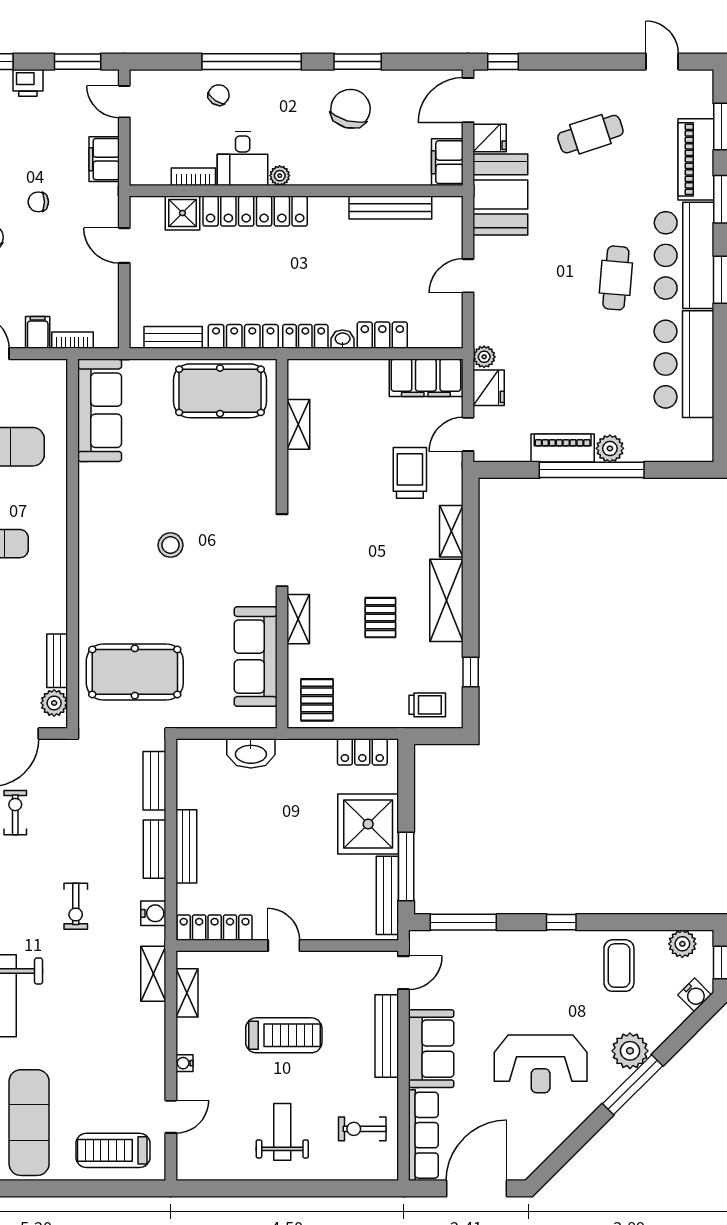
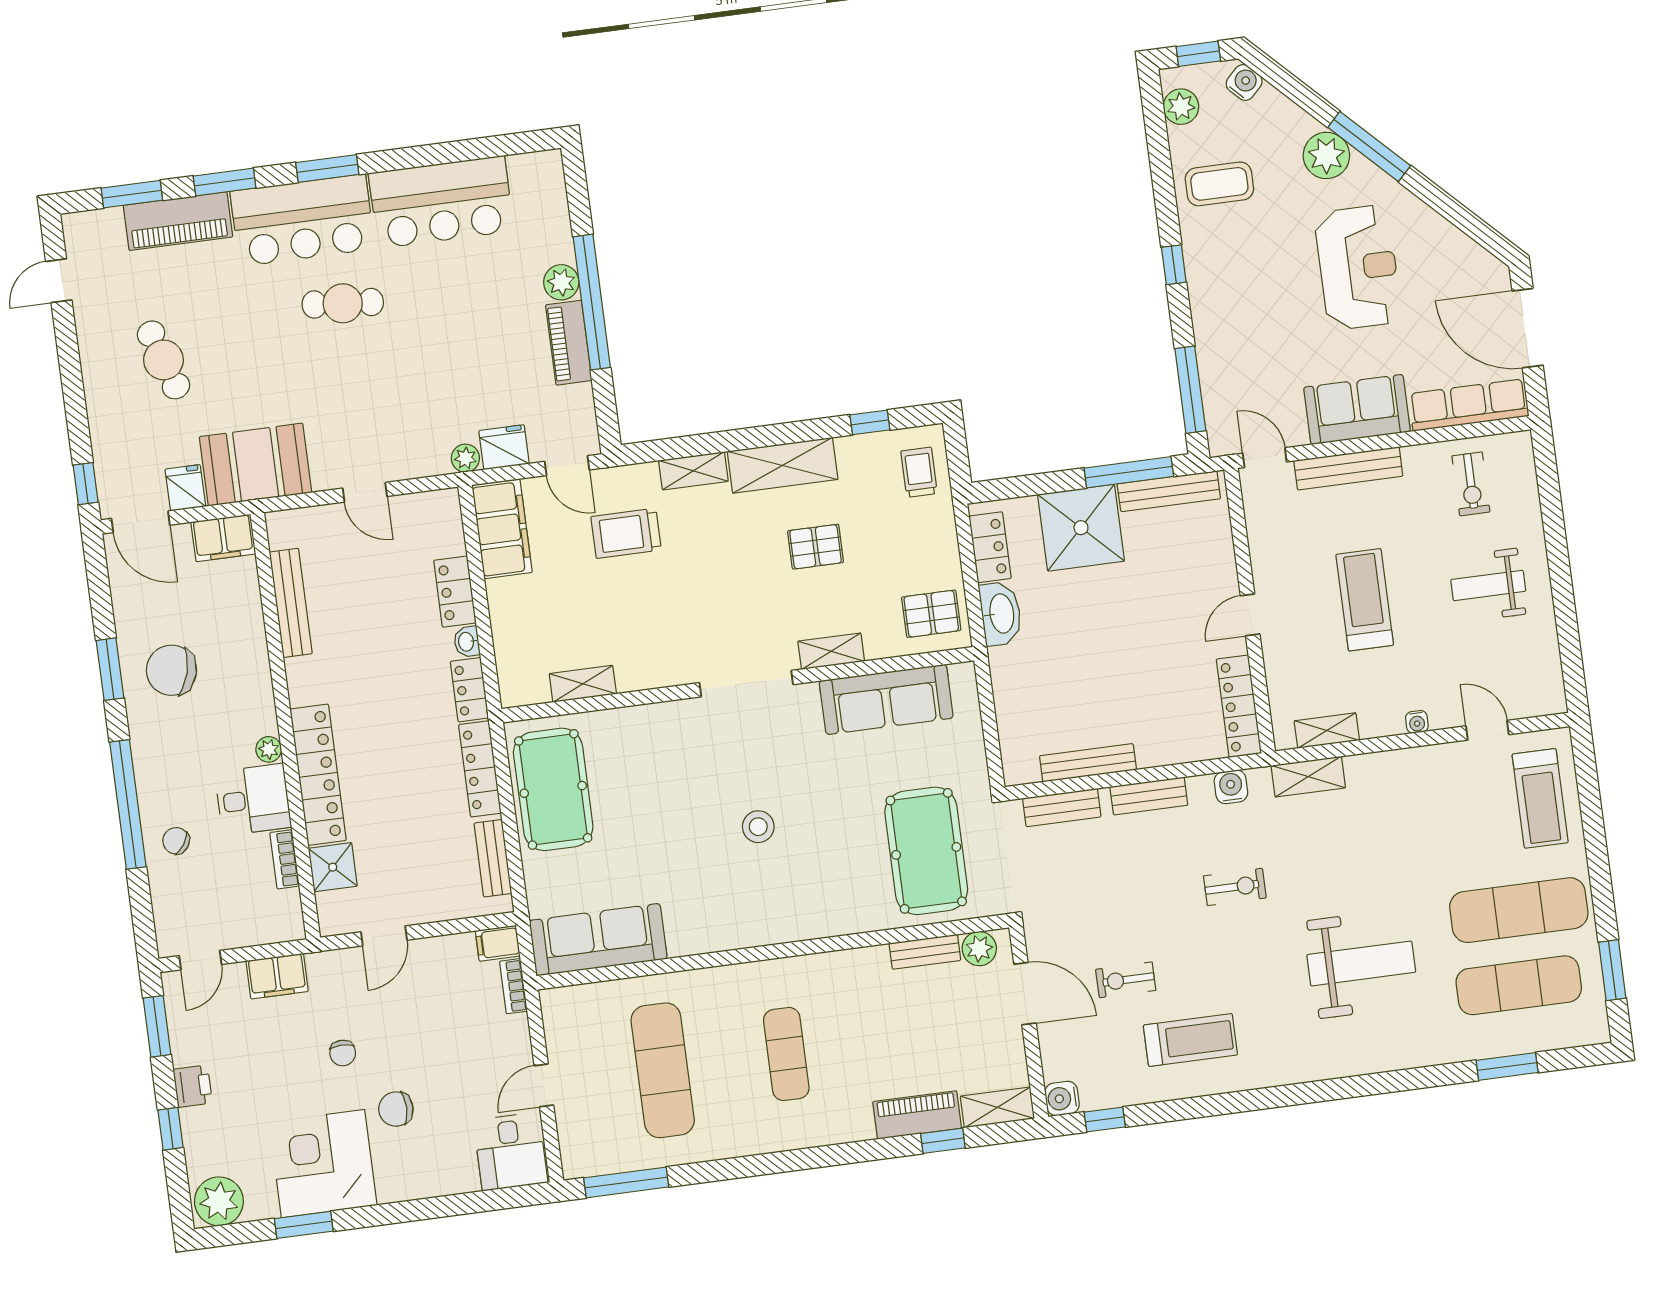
filing cabinet: (38, 332) -> (498, 943), moved
washbasin: (251, 753) -> (1001, 614), moved
bench: (186, 846) -> (1088, 763), moved

